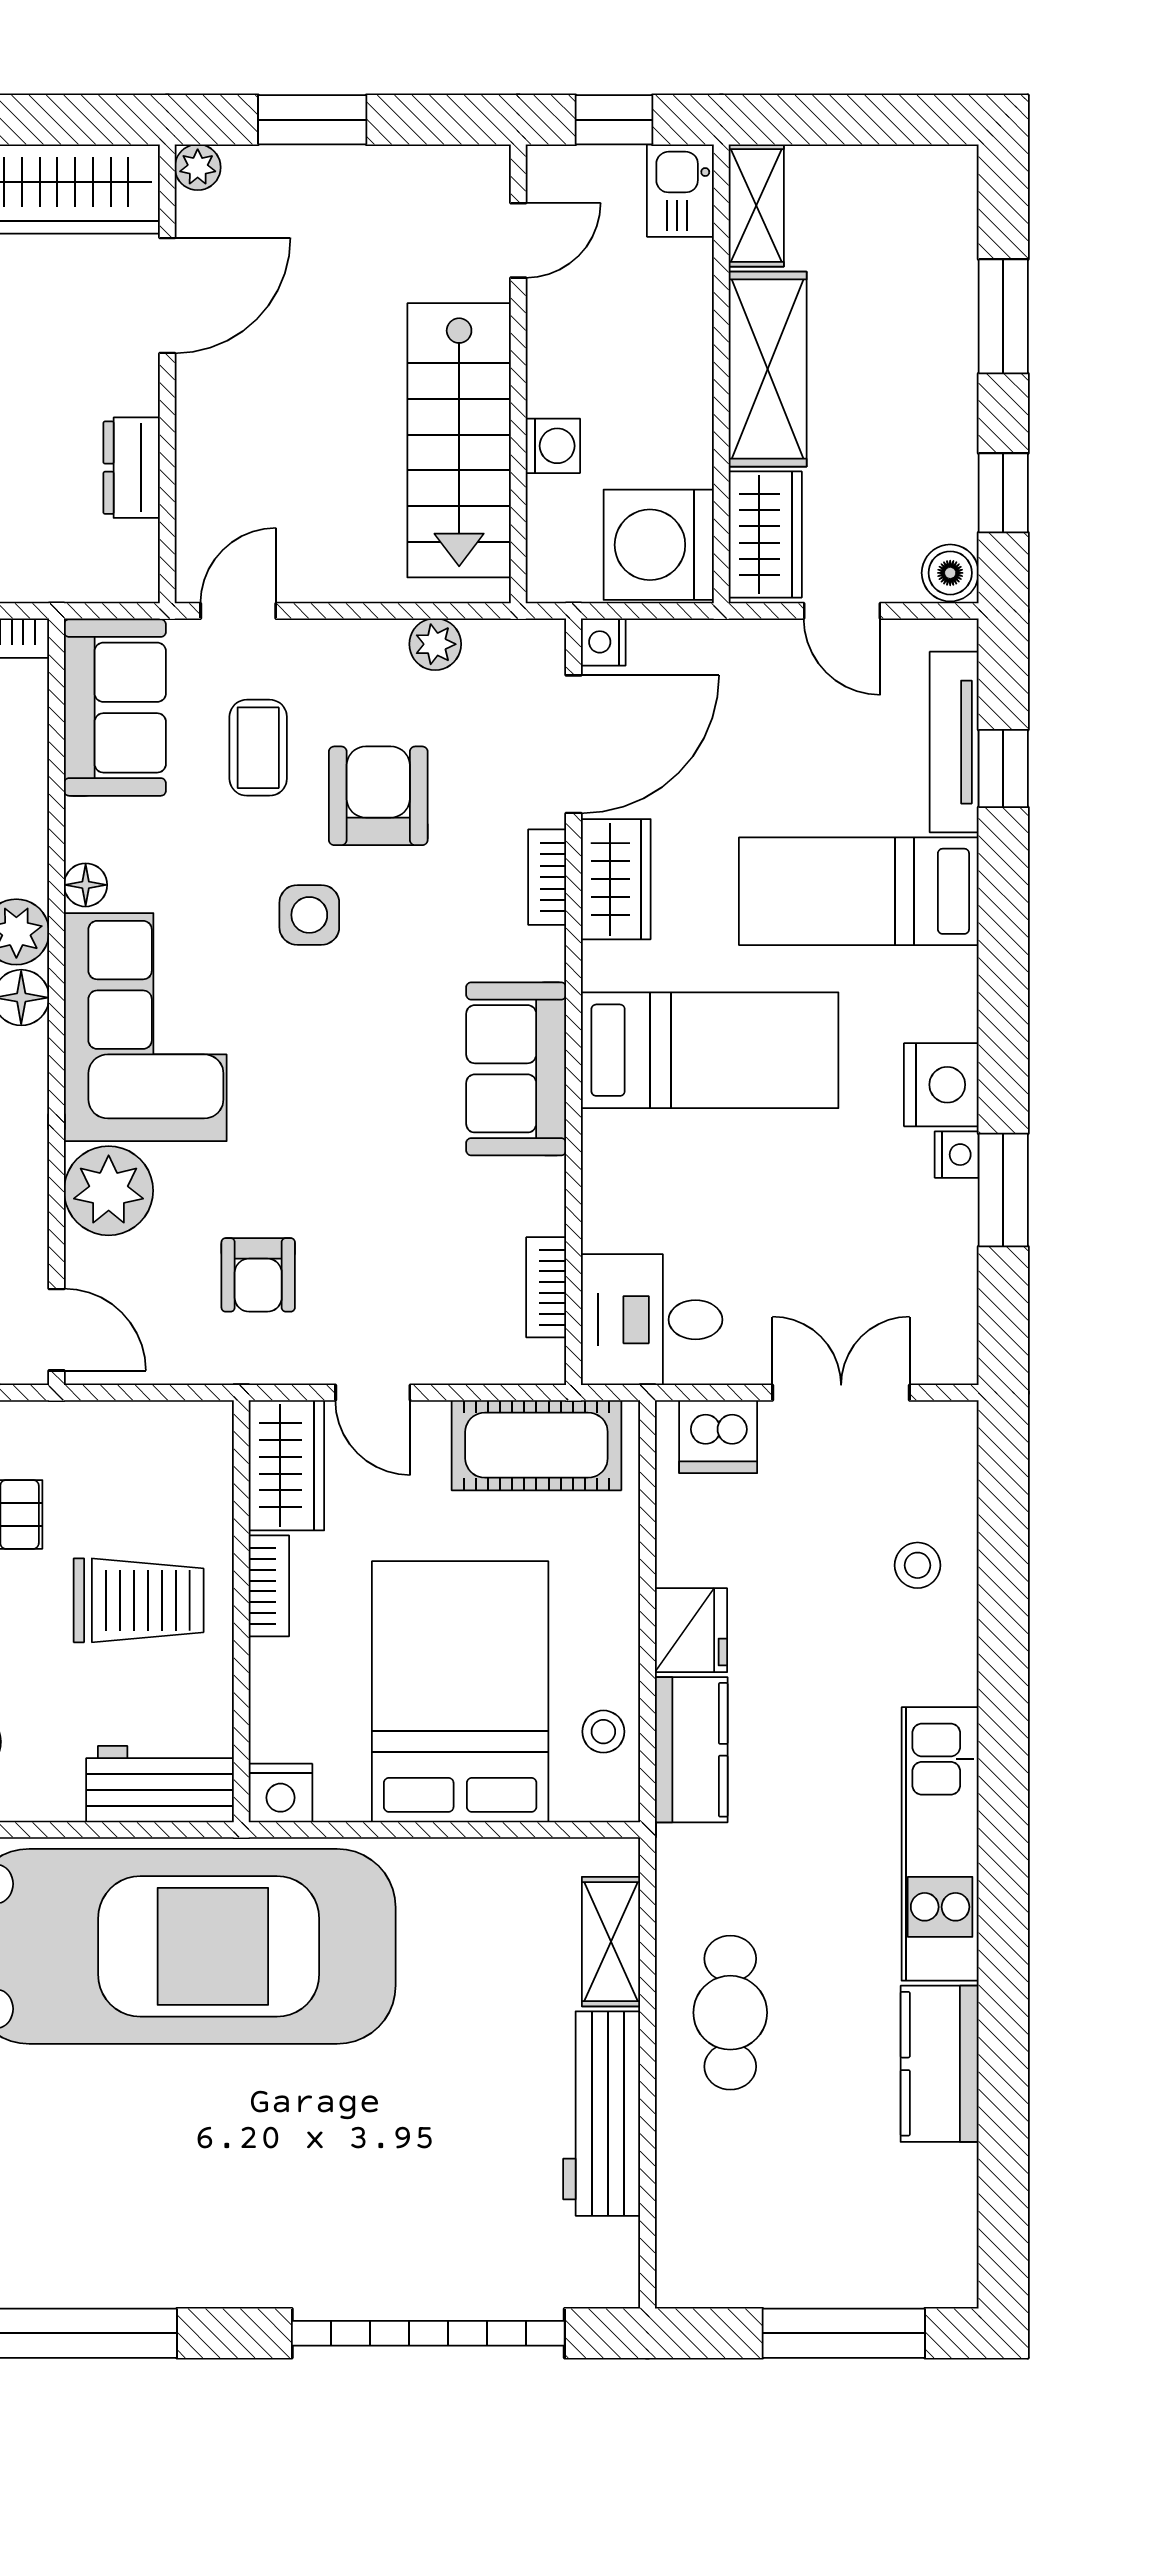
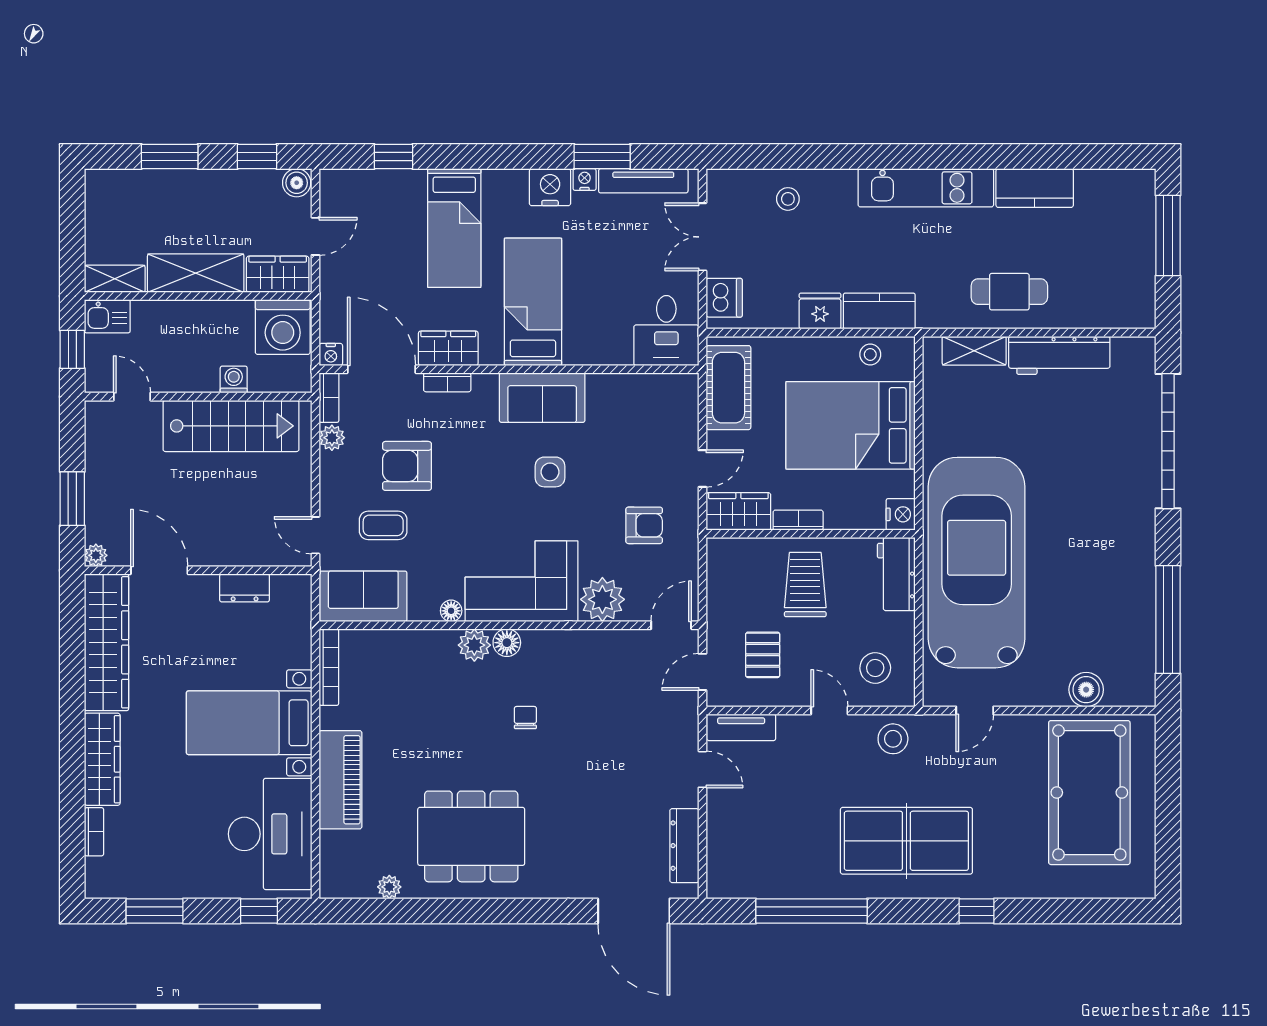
tv unit: (954, 742) -> (643, 181), moved
side table: (309, 915) -> (550, 472), moved
bookcase: (546, 1287) -> (329, 398), moved, turned -90

